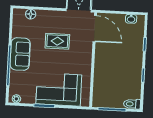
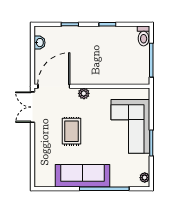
floor lamp: (31, 14) -> (40, 166), removed
plant: (88, 53) -> (84, 93), added
sofa: (20, 54) -> (83, 176), width x1.36

